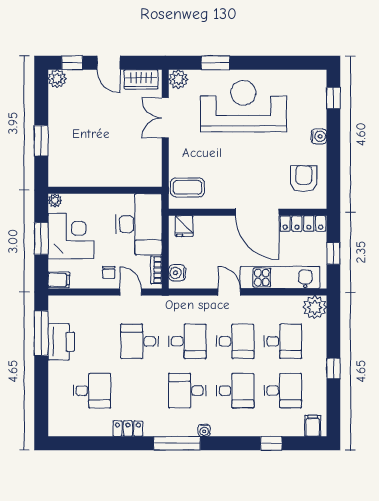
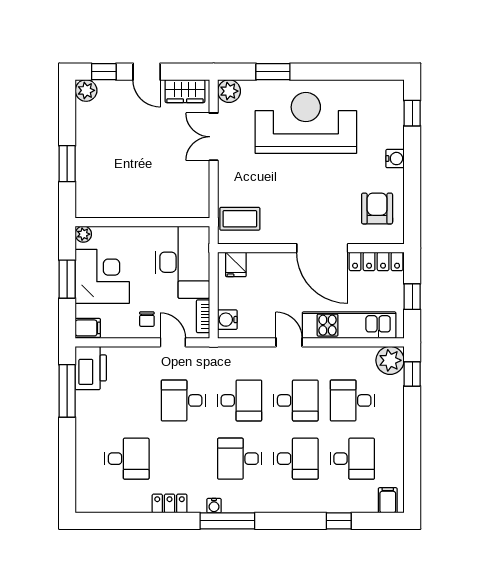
desk: (283, 341) -> (352, 400), turned 180
printer: (61, 342) -> (91, 368), moved
window: (333, 368) -> (412, 374), moved
water cooler: (204, 430) -> (214, 506), moved

